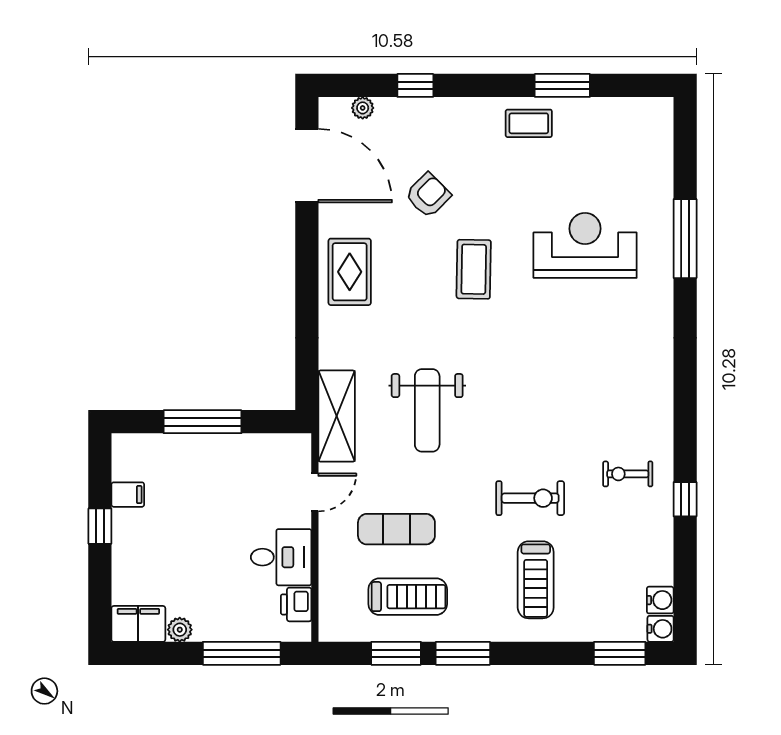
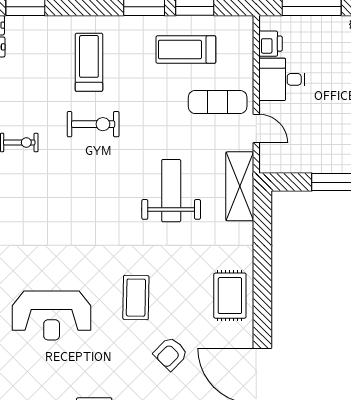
door: (315, 492) -> (256, 128), swing flipped
exercise bike: (530, 498) -> (93, 124), turned 180
exercise mat: (396, 529) -> (218, 102), moved

